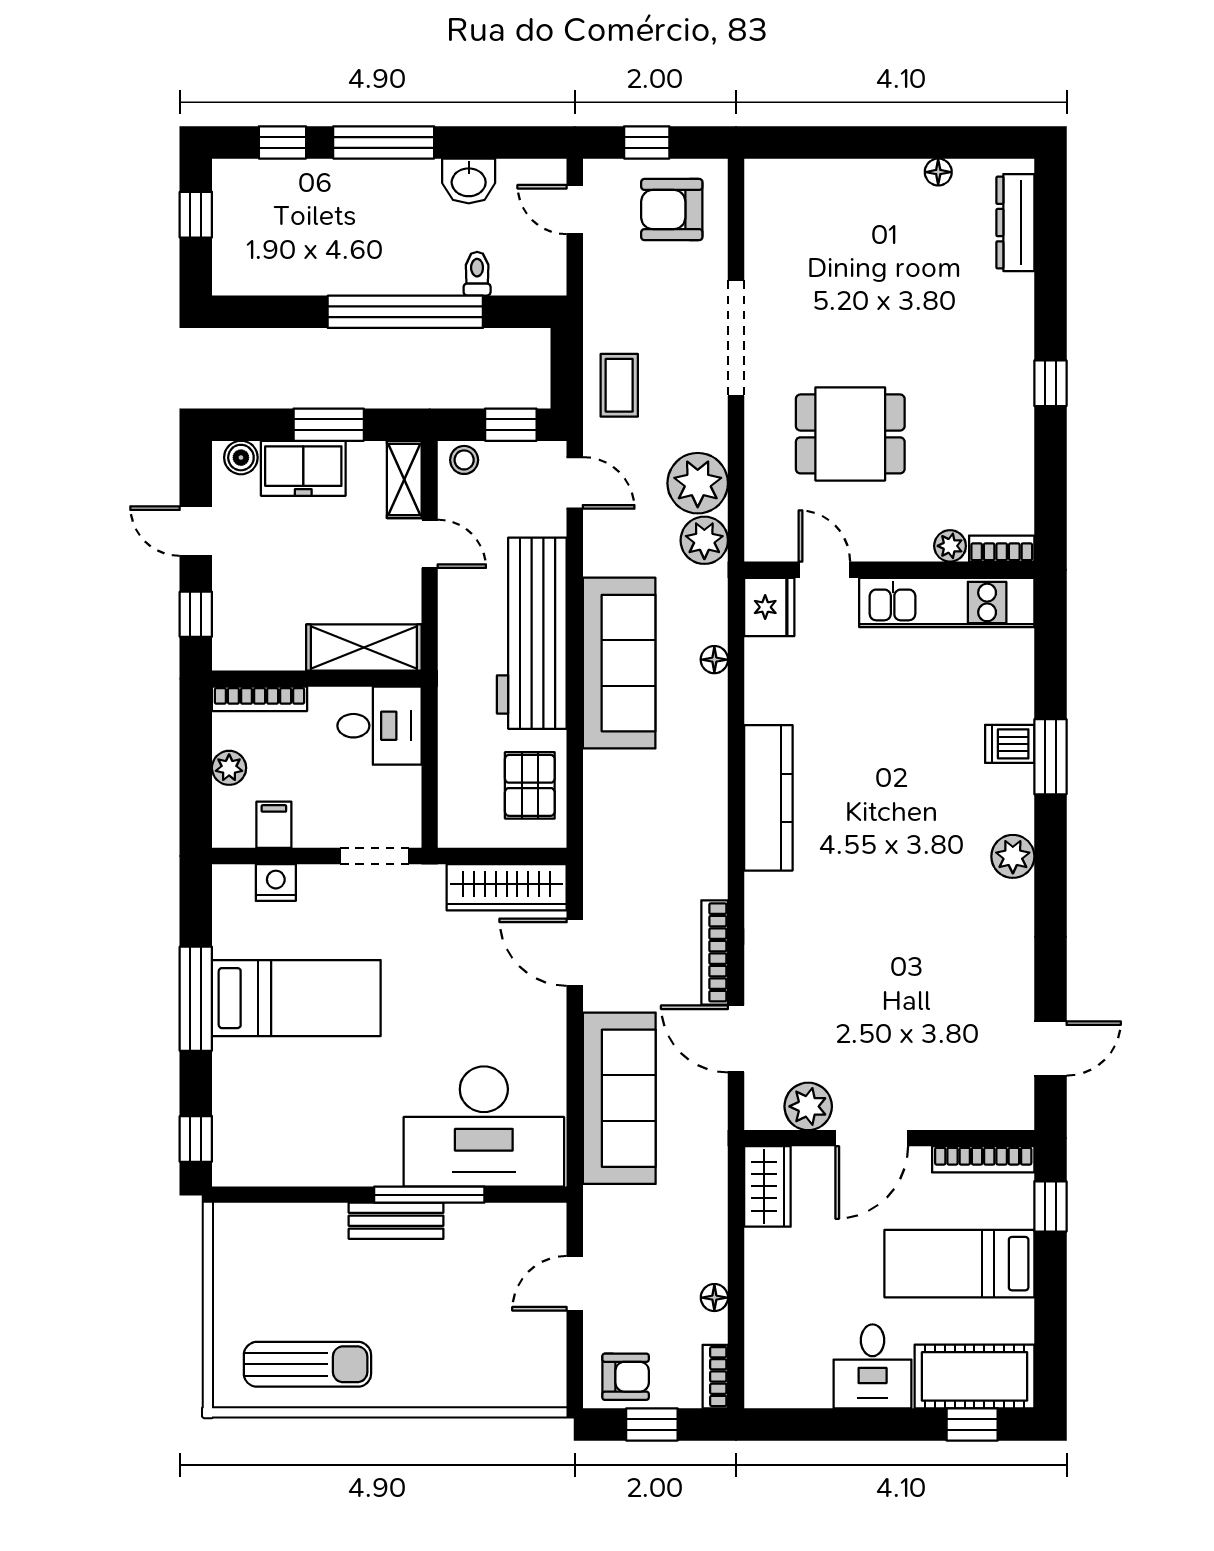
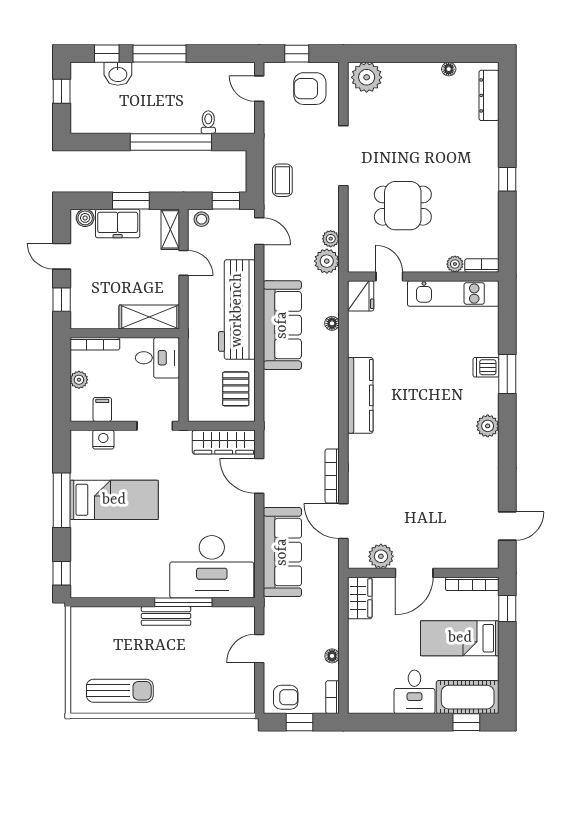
washbasin: (469, 181) -> (118, 74), moved
plant: (781, 188) -> (367, 77), added
plant: (698, 483) -> (331, 239), width x0.53, depth x0.53

